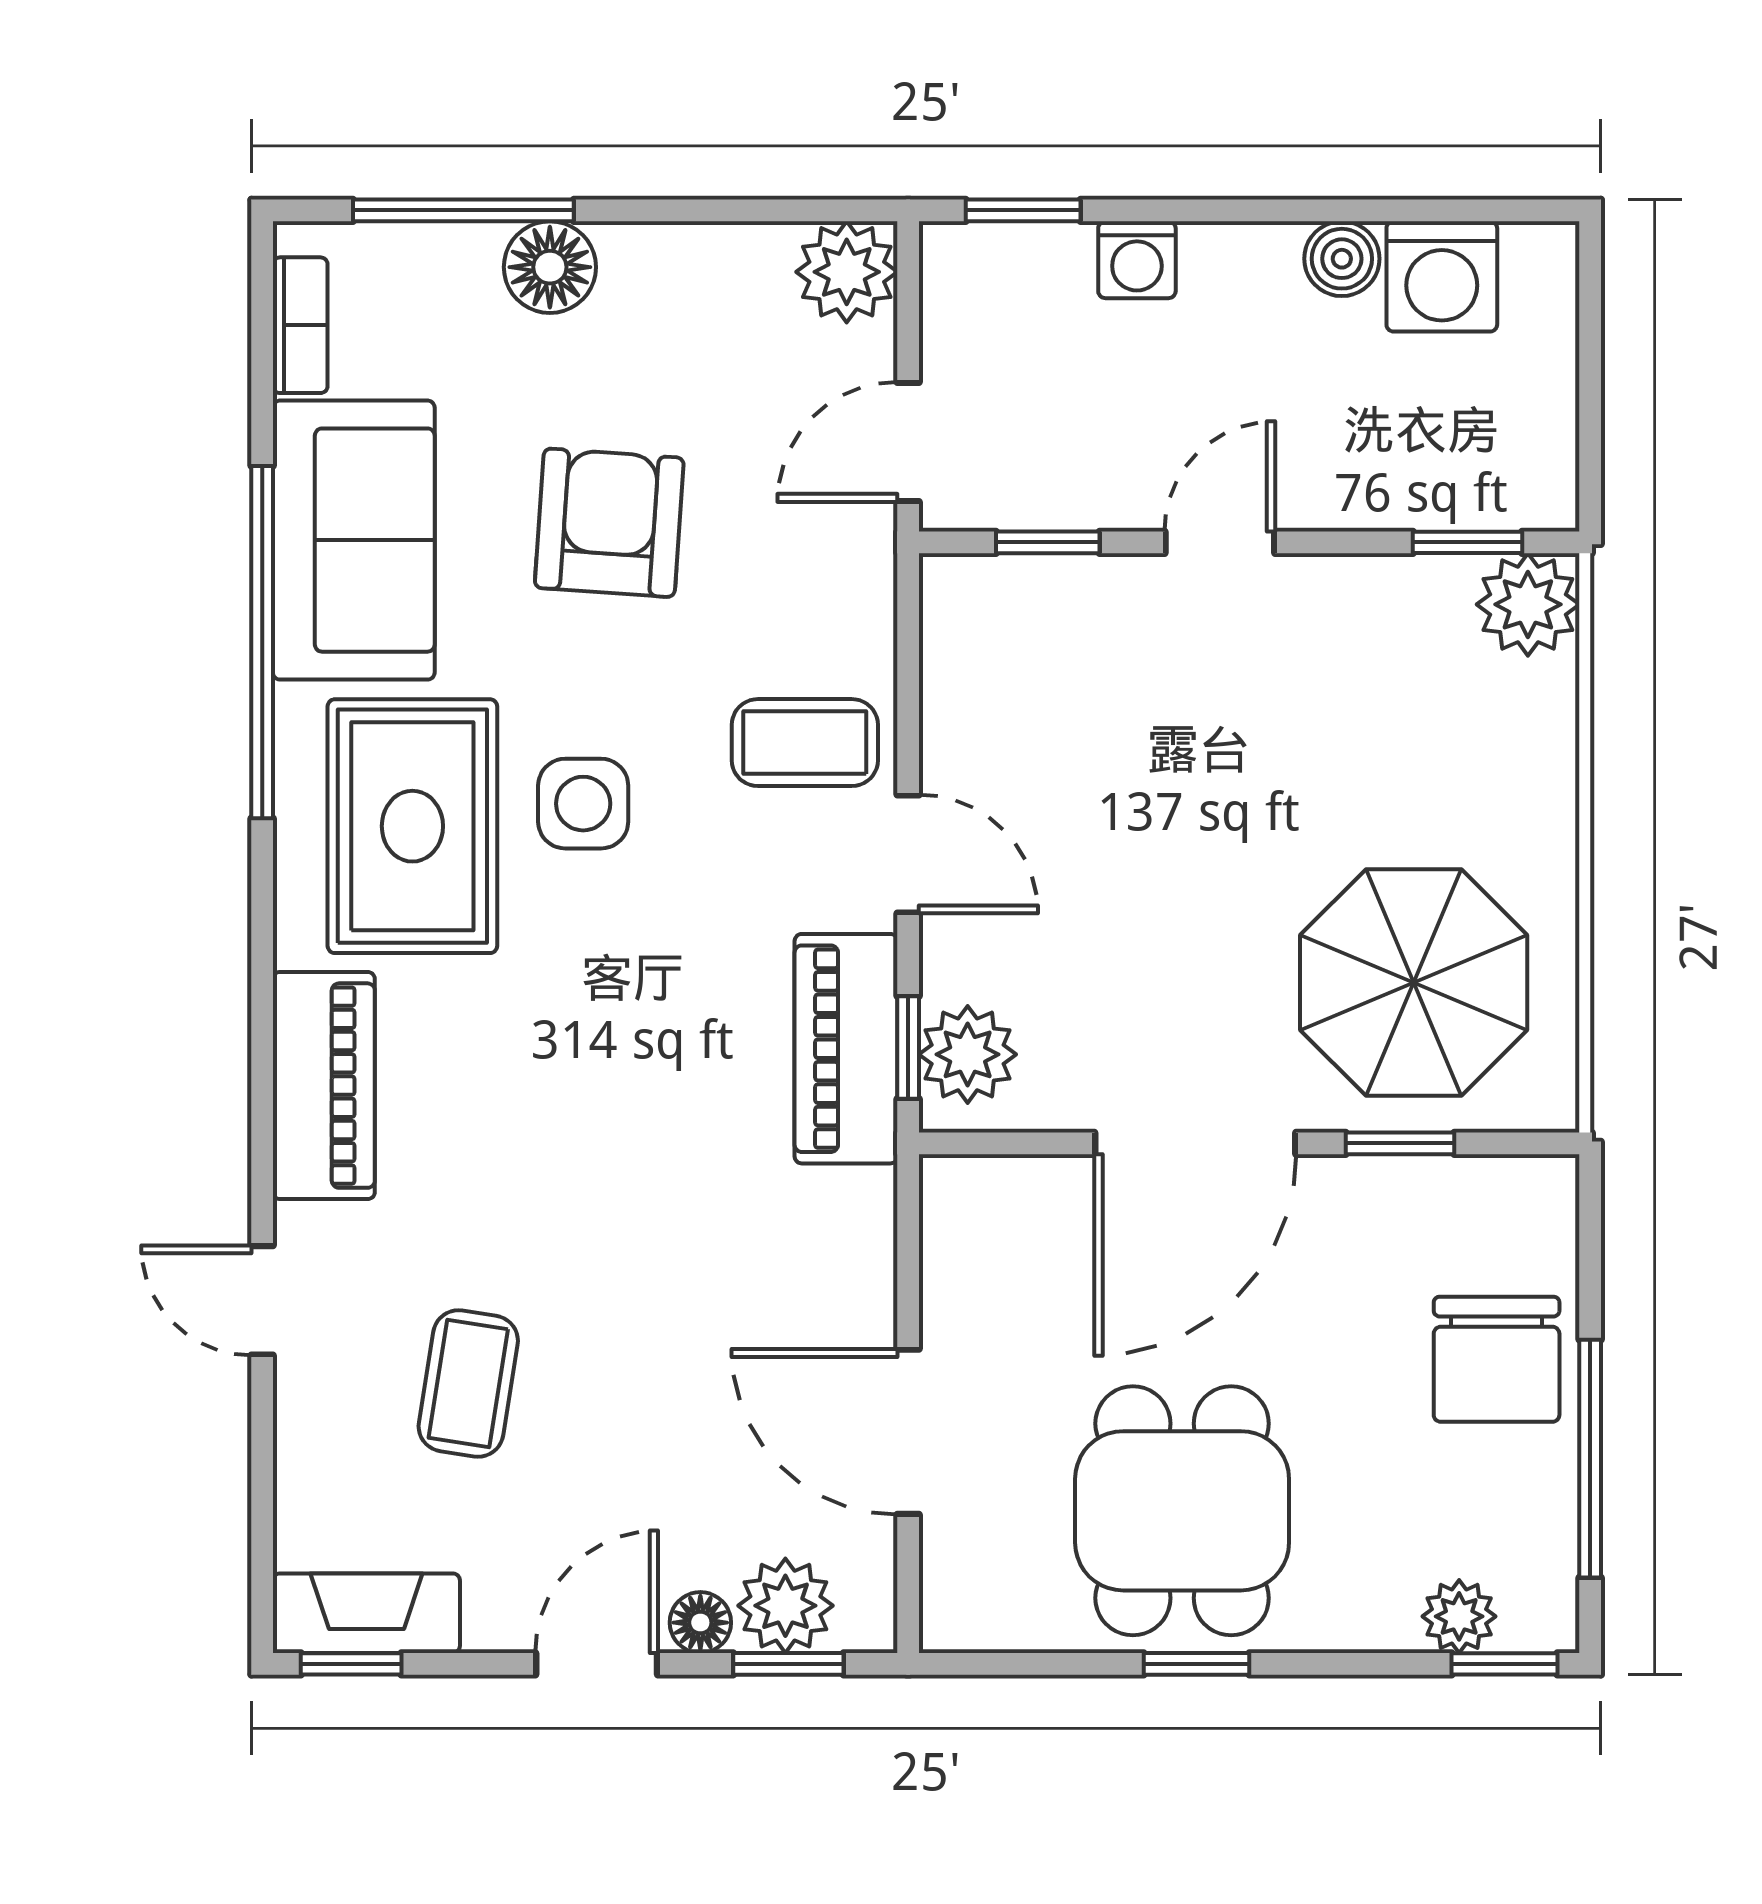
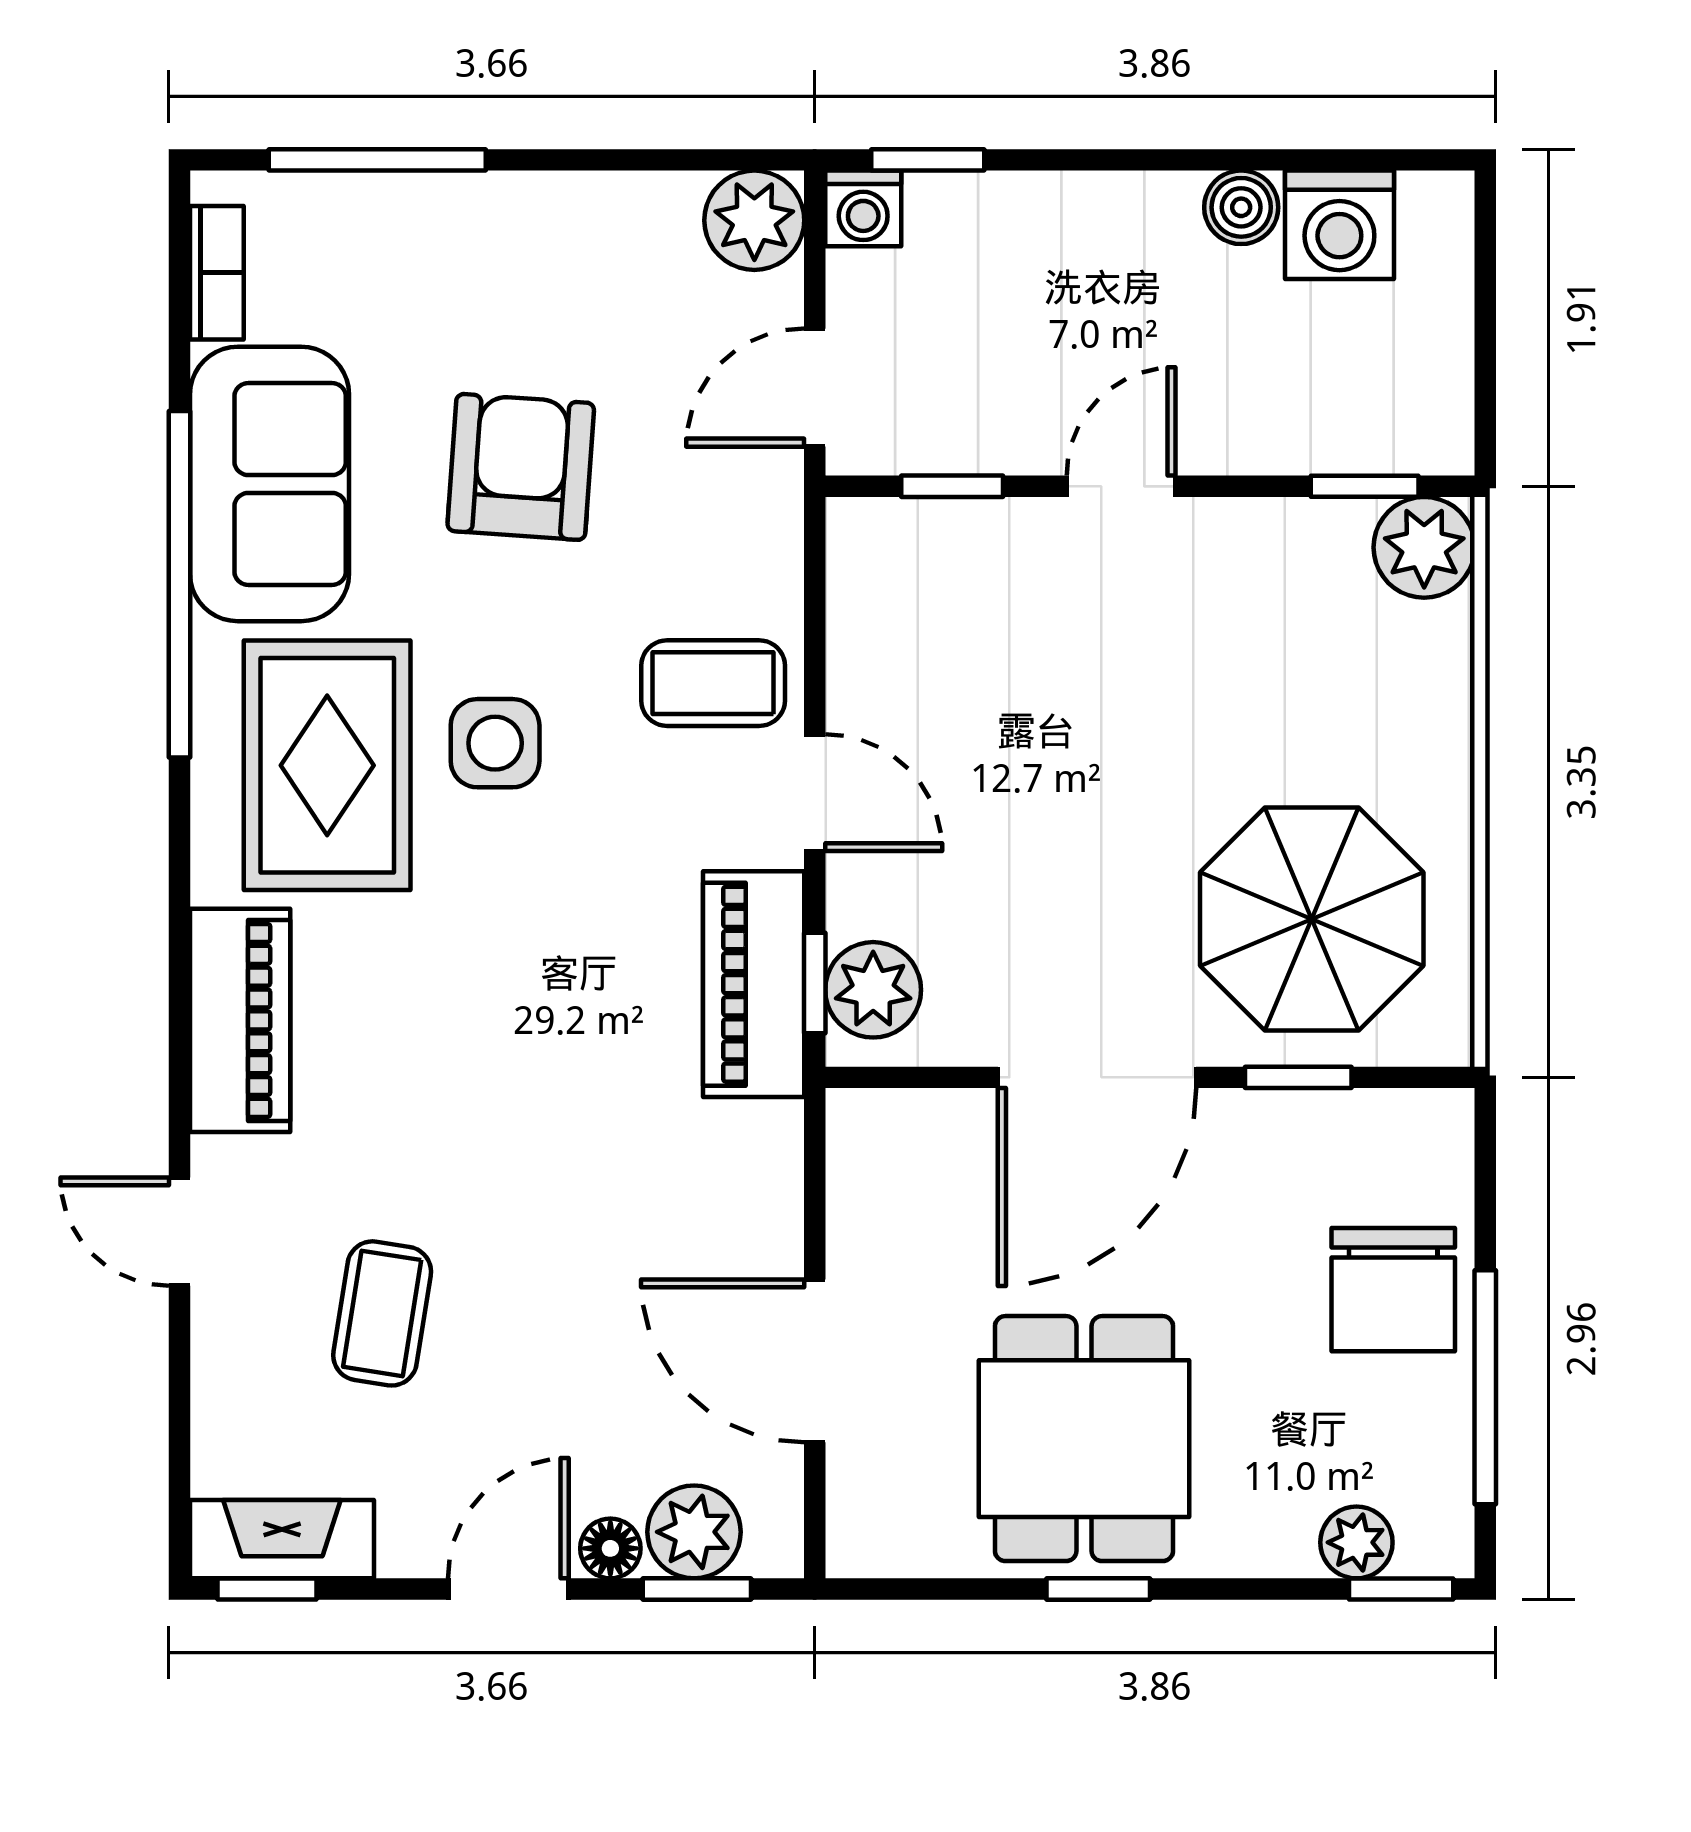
washing machine: (1137, 260) -> (863, 208), moved
floor lamp: (550, 267) -> (462, 216), removed

